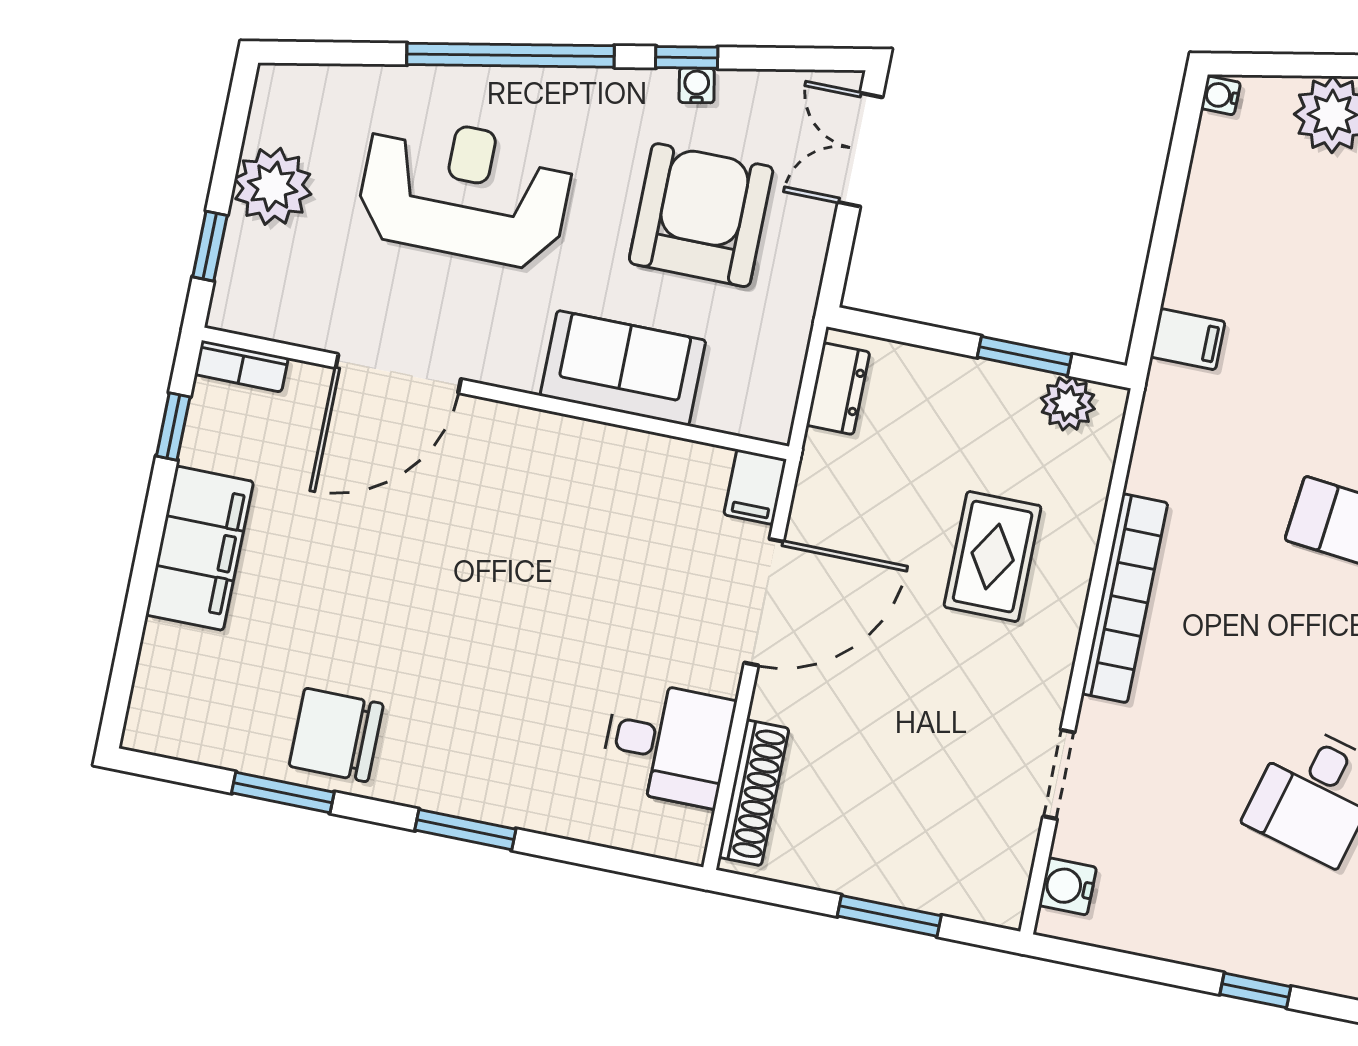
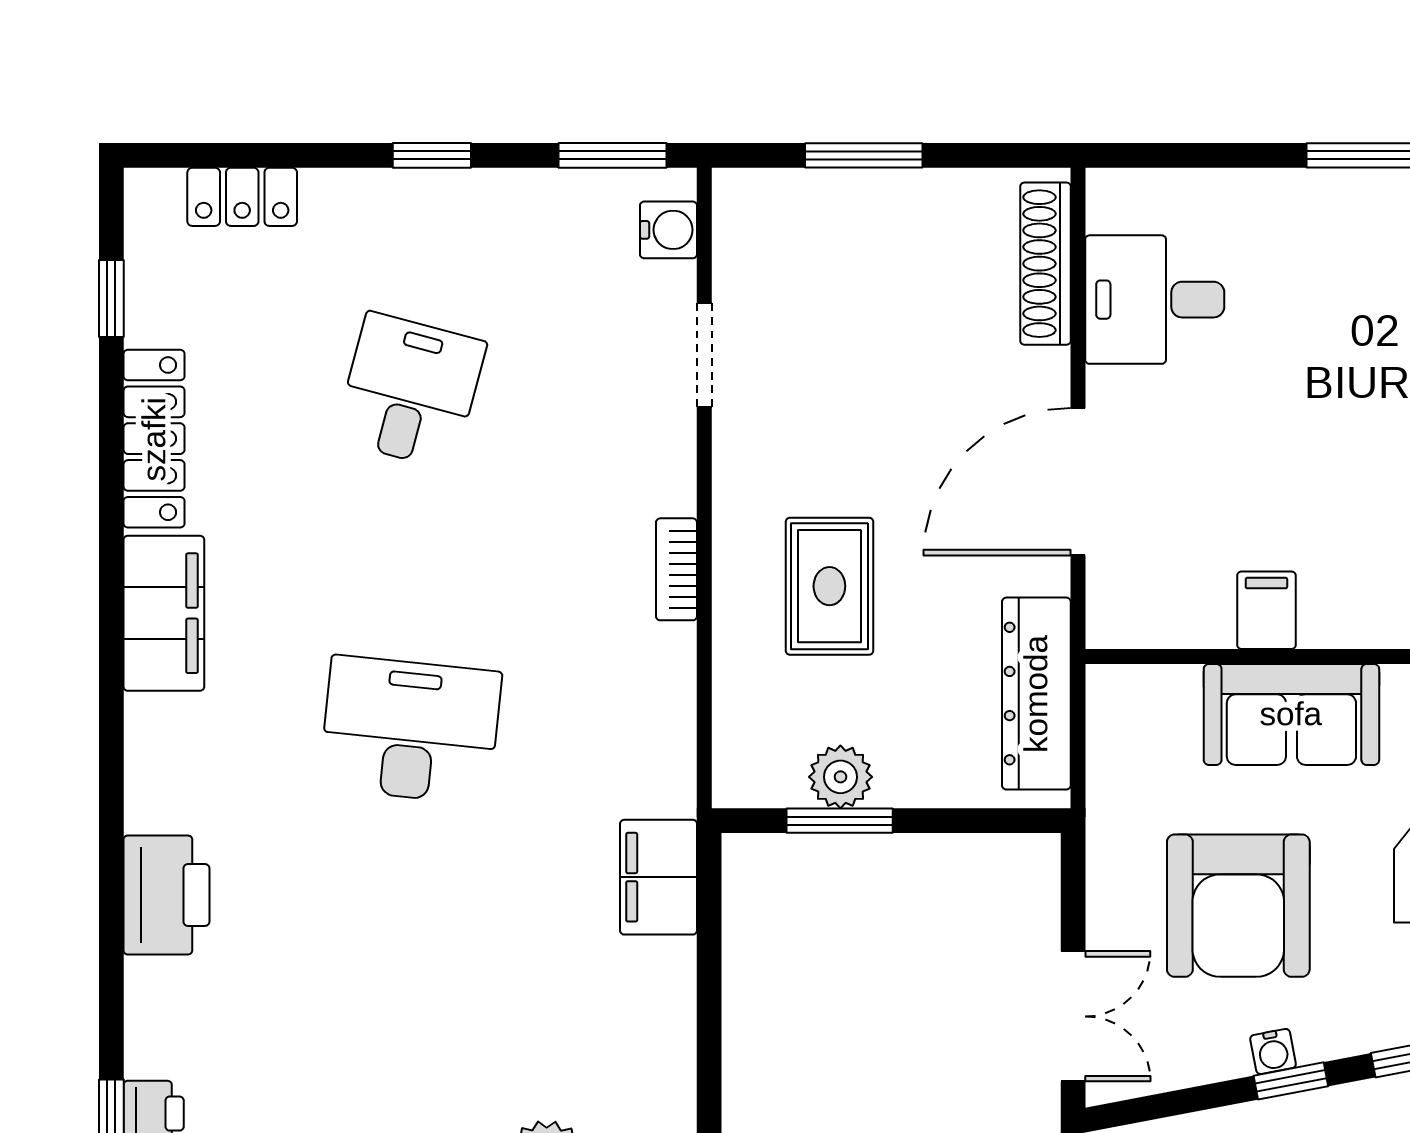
filing cabinet: (1188, 339) -> (659, 877), width x2.00
dresser: (838, 389) -> (1036, 694), width x1.96, depth x1.24
plant: (1068, 403) -> (840, 777), moved
filing cabinet: (755, 487) -> (1266, 610), moved
bookcase: (1125, 598) -> (676, 569), width x0.43, depth x0.76
window: (1102, 959) -> (613, 155), added

